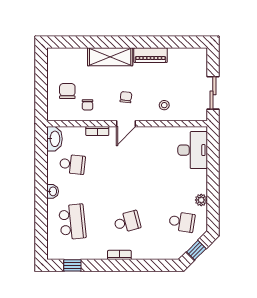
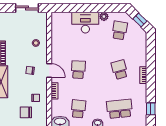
desk: (193, 150) -> (85, 23), moved
school desk: (127, 164) -> (78, 70), added

